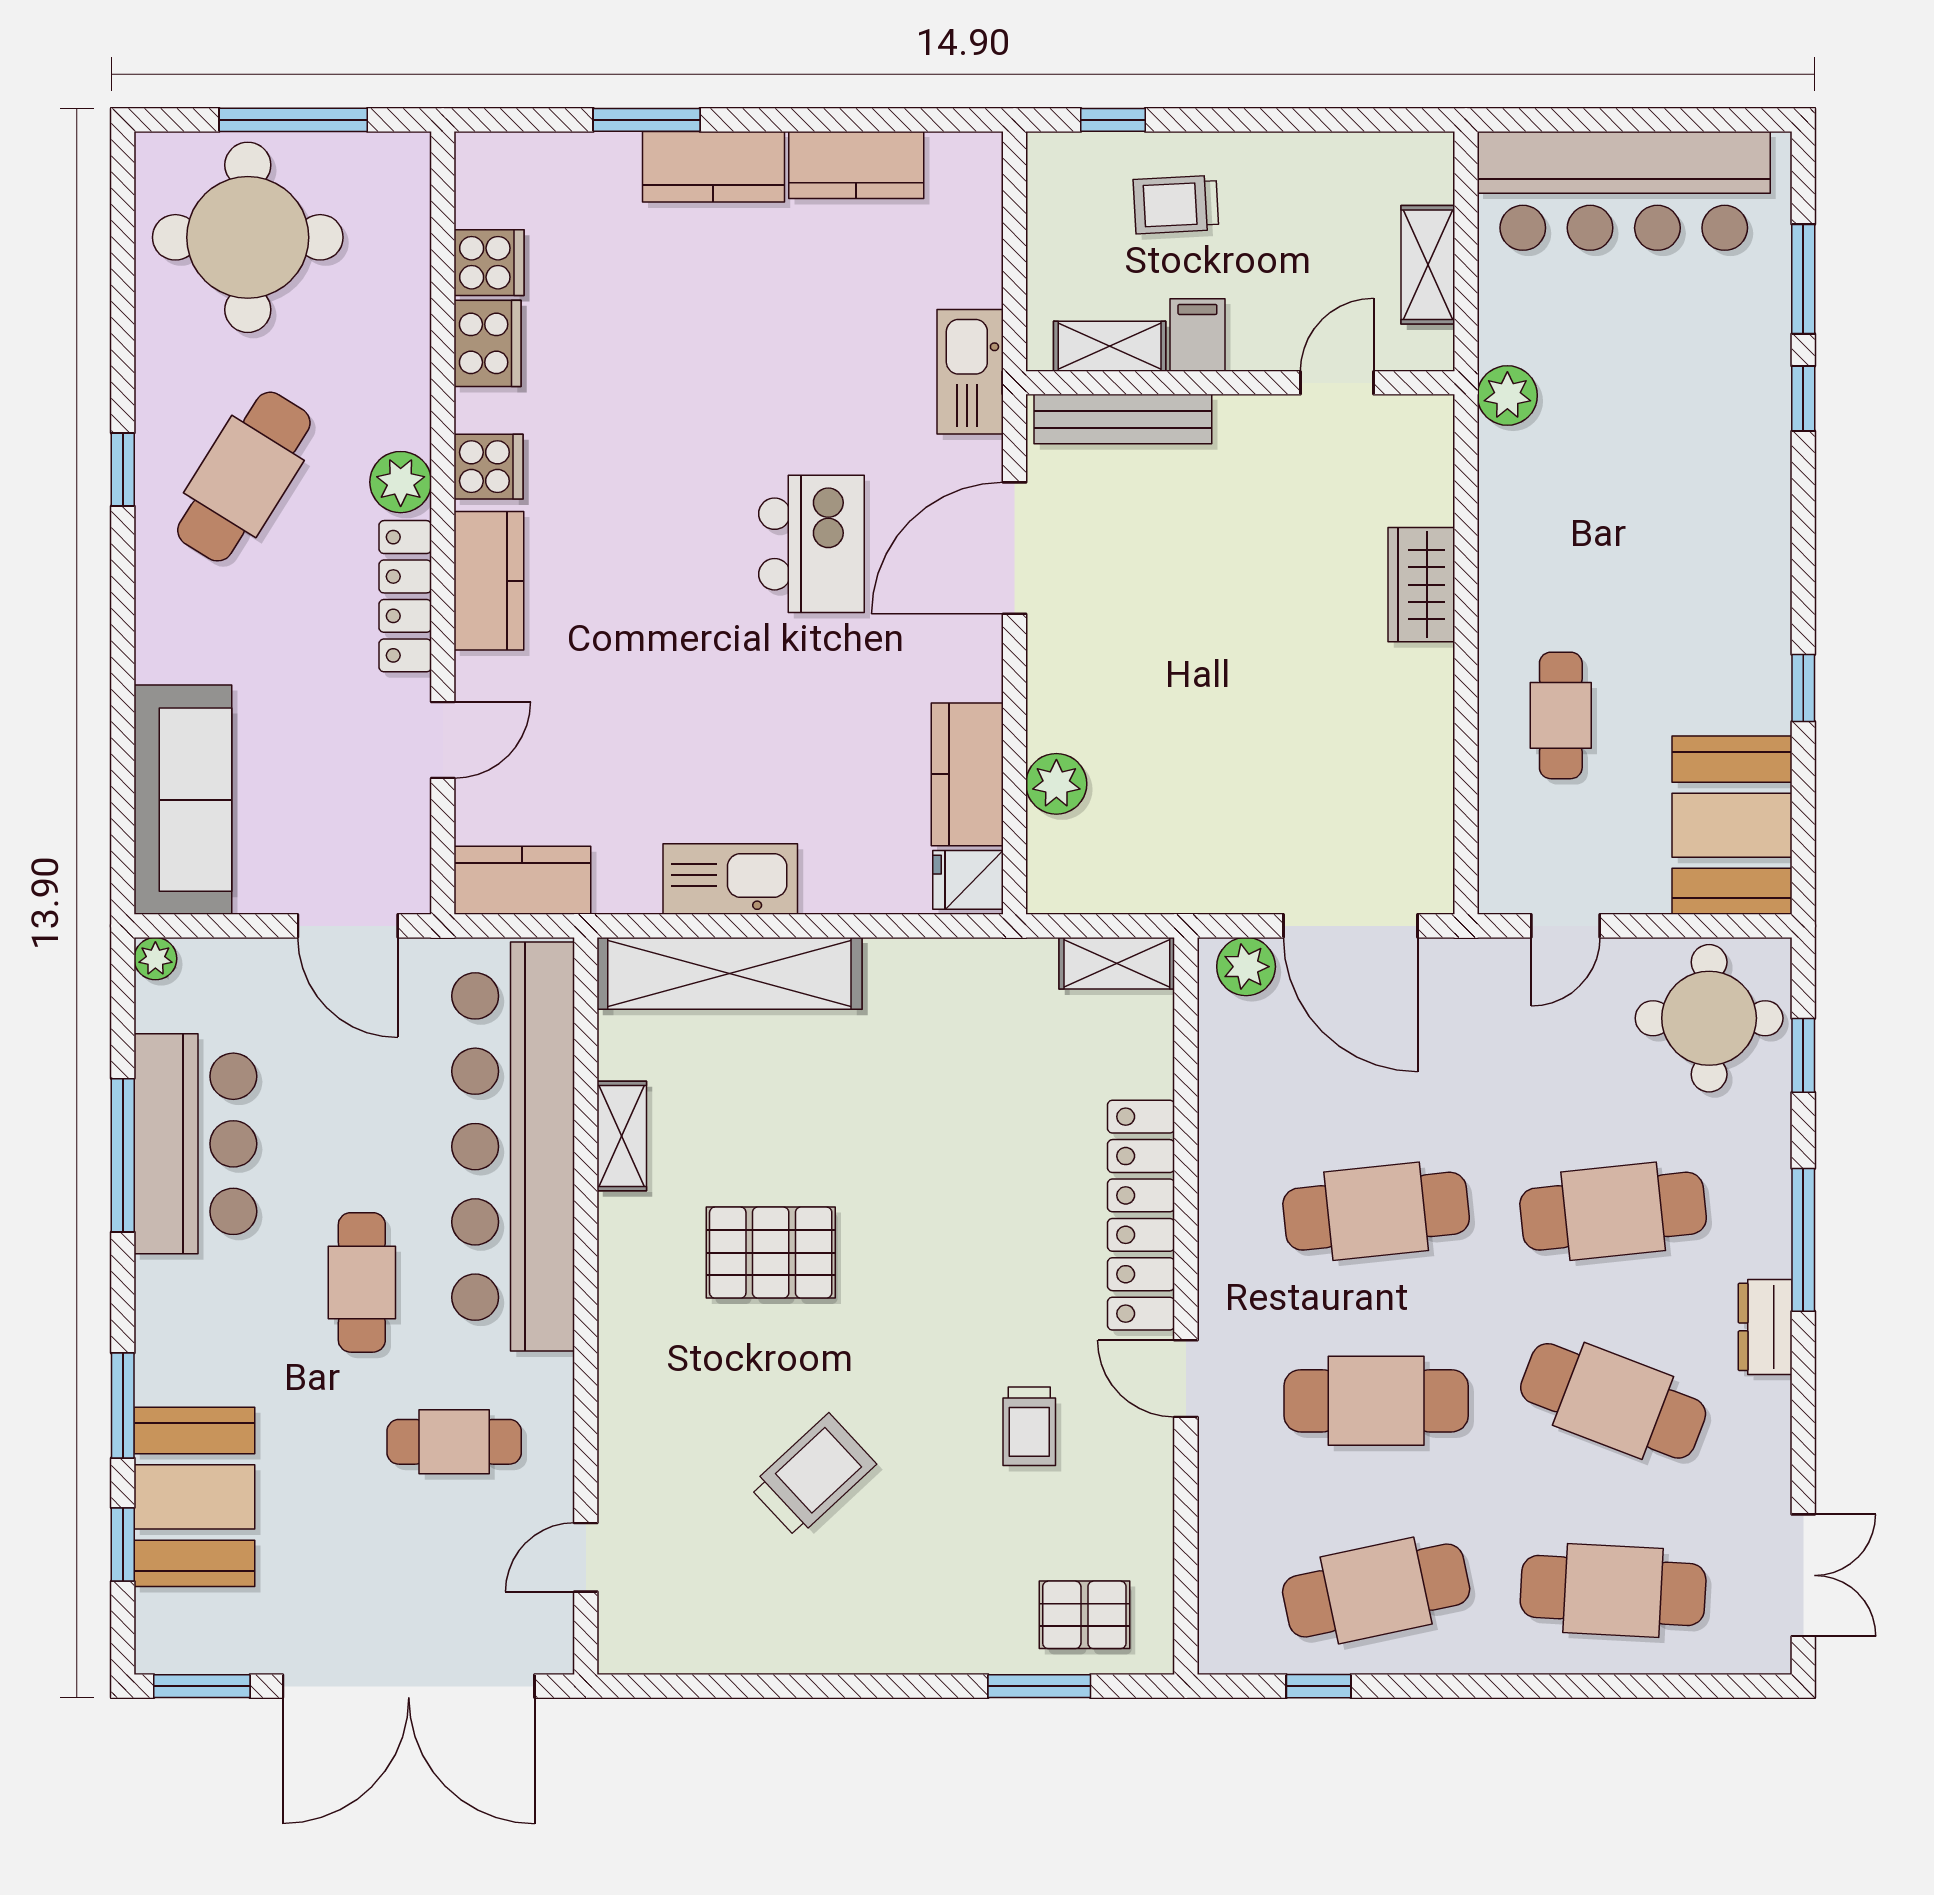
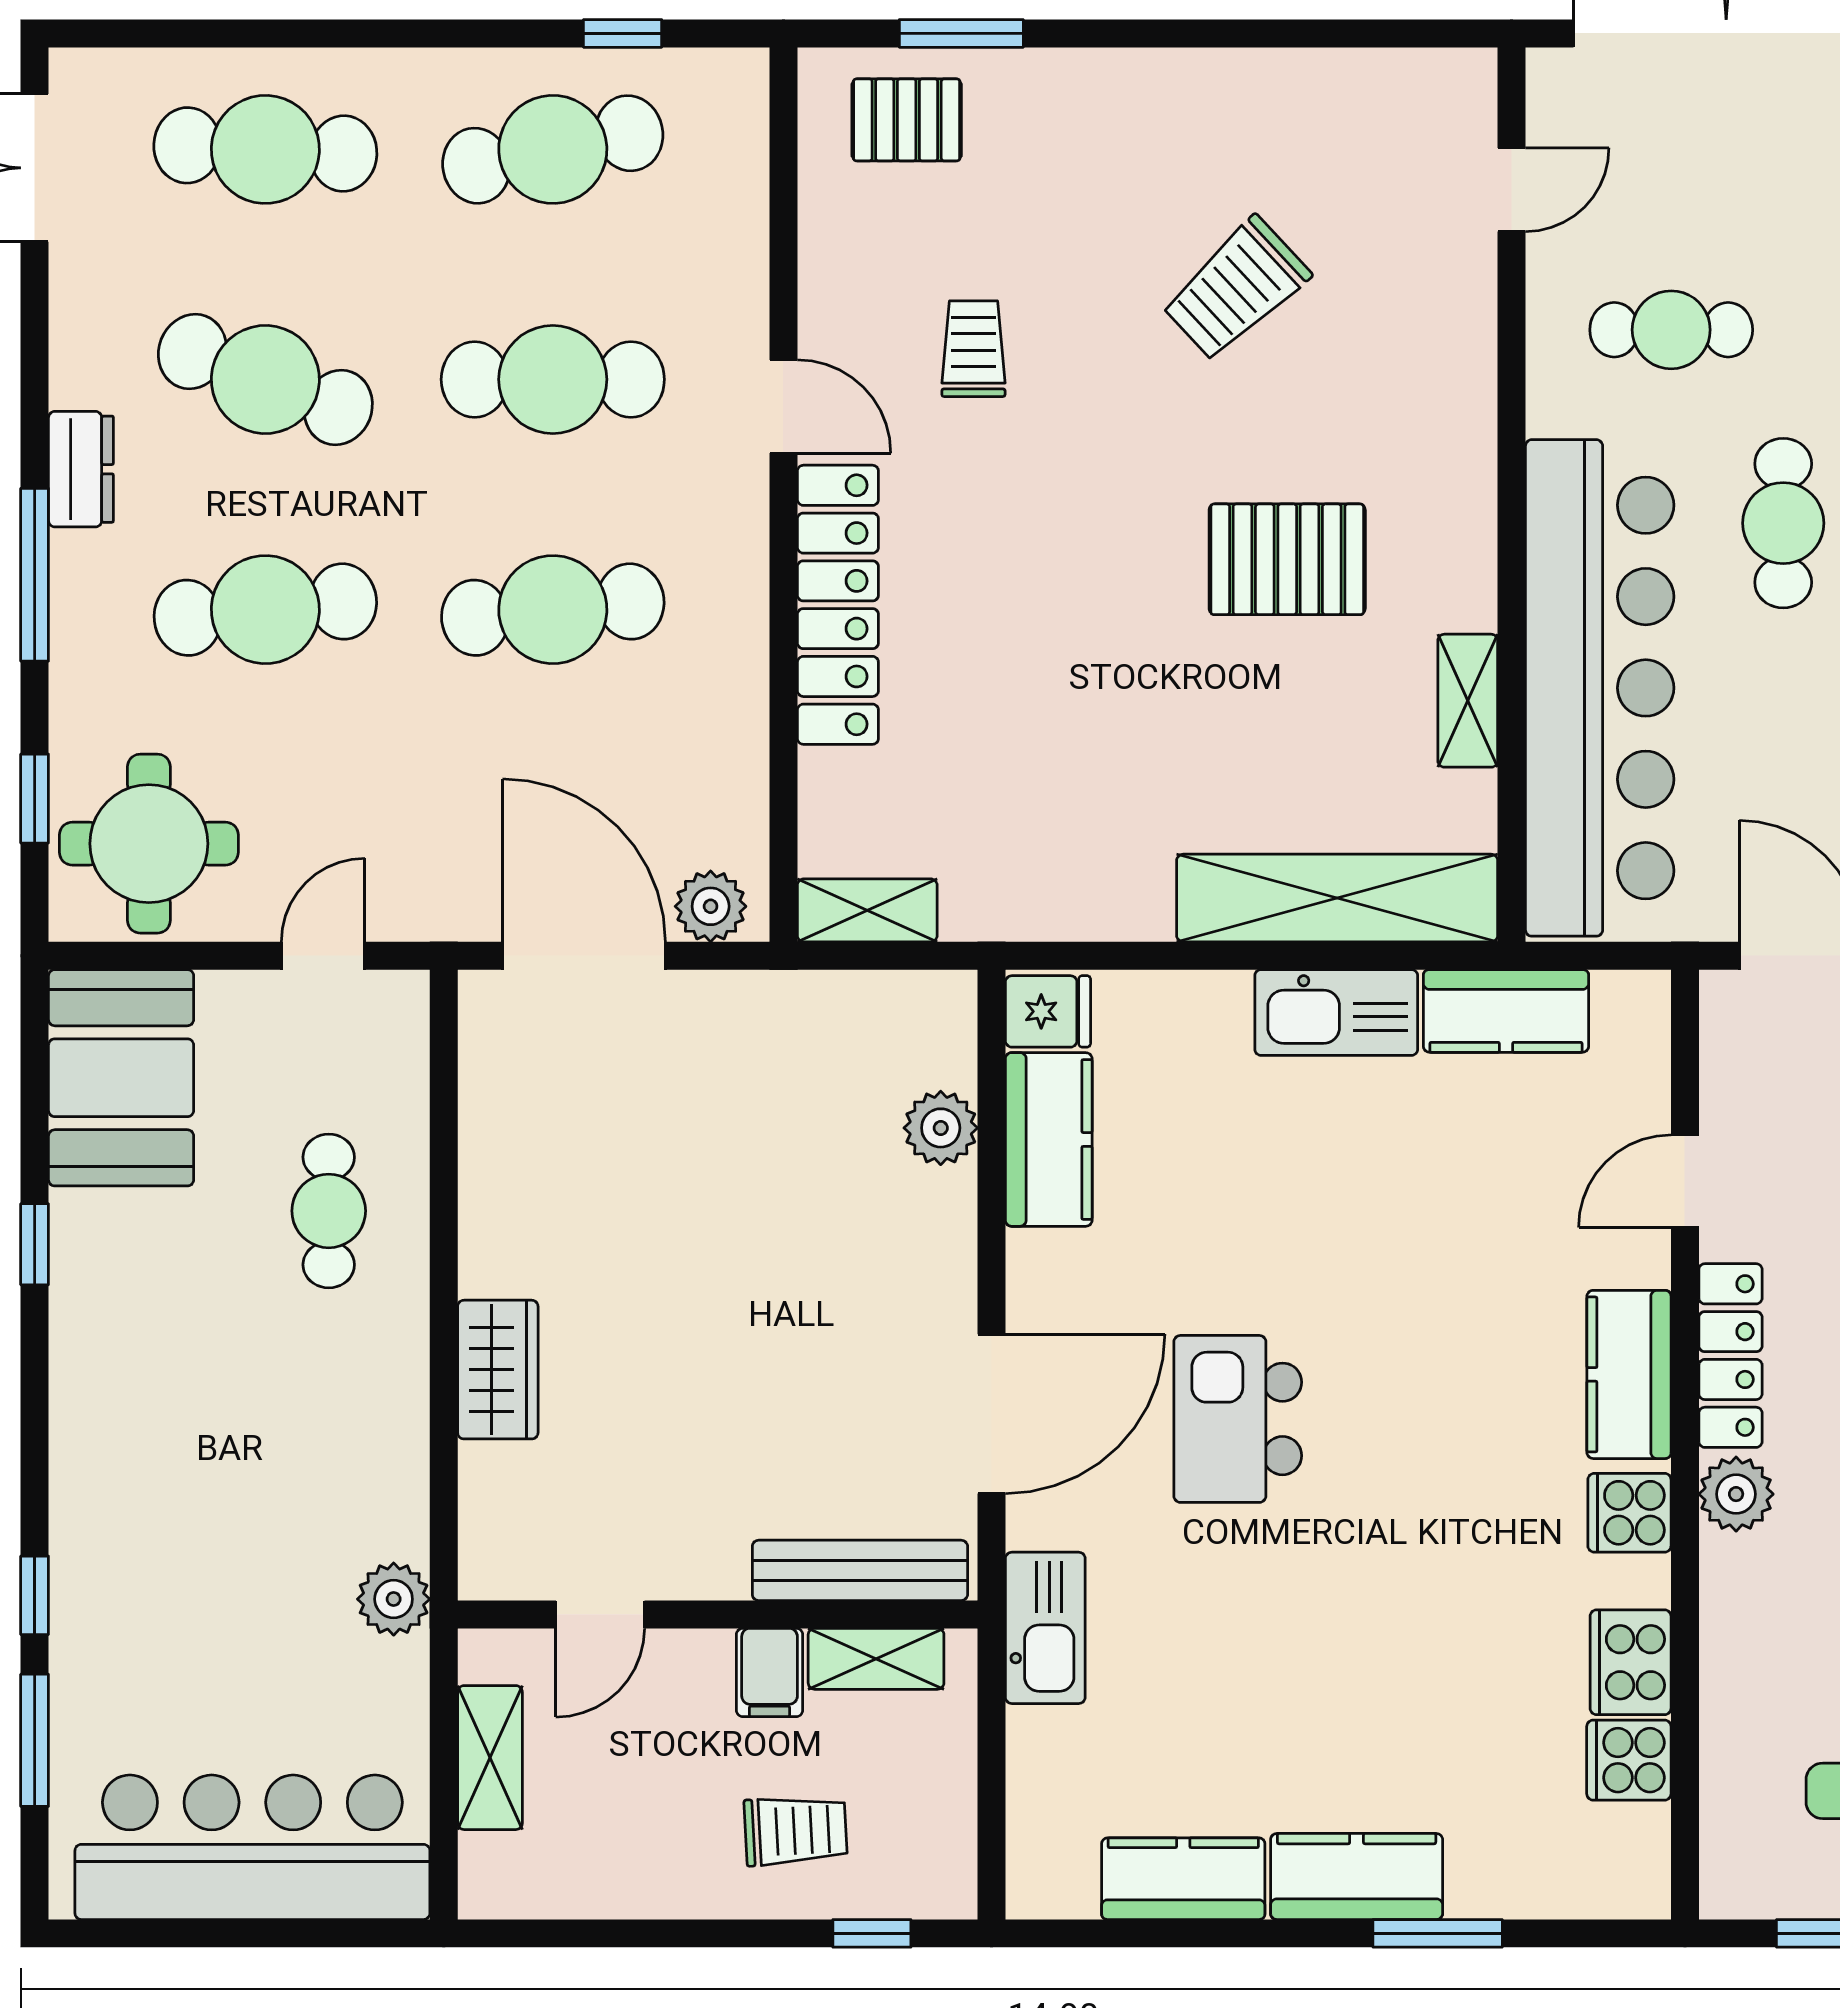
kitchen counter: (522, 880) -> (1506, 1011), moved

